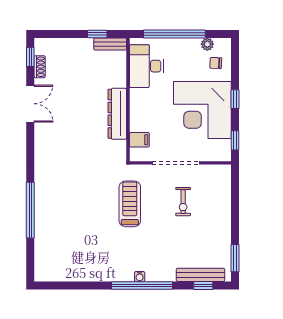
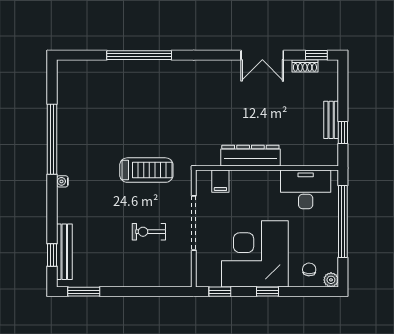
bench: (110, 44) -> (331, 120), moved
plant: (207, 44) -> (331, 280), moved
window: (142, 285) -> (52, 139), moved

